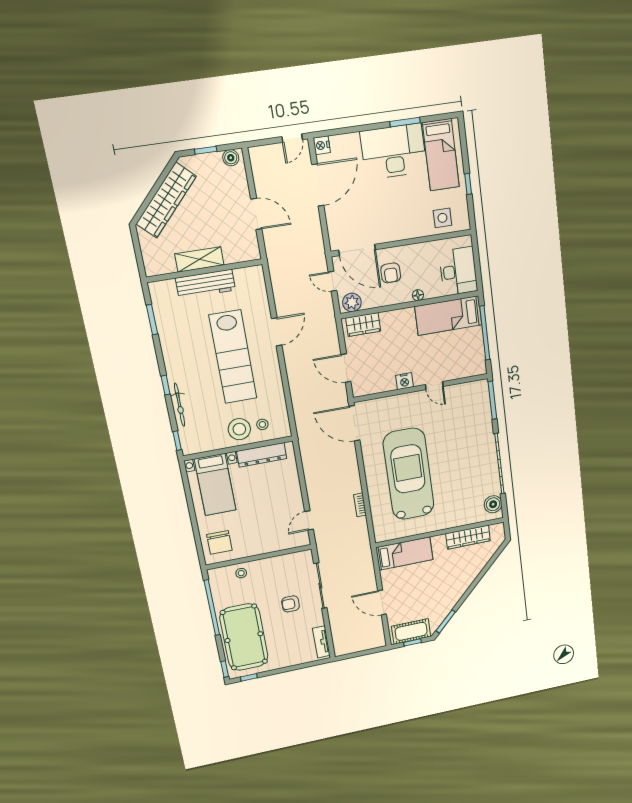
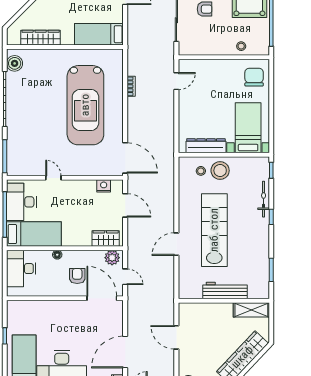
side table: (442, 218) -> (29, 313), removed
shelving: (199, 259) -> (251, 310), moved
desk: (467, 351) -> (21, 202), added
nightstand: (404, 381) -> (104, 186), moved

